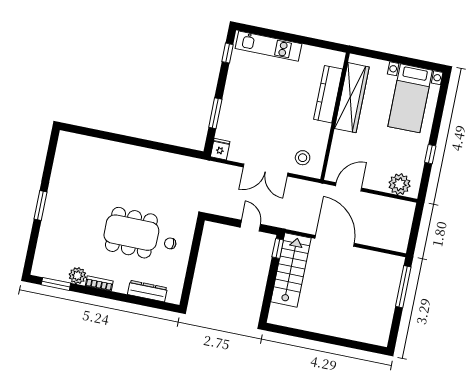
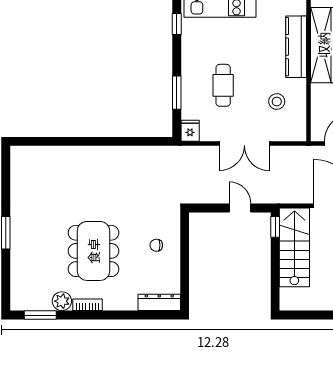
cafe table: (257, 115) -> (223, 85), added
stool: (303, 158) -> (277, 102), moved
dining table: (131, 233) -> (93, 251), moved, turned 90
dresser: (147, 291) -> (159, 302), moved

